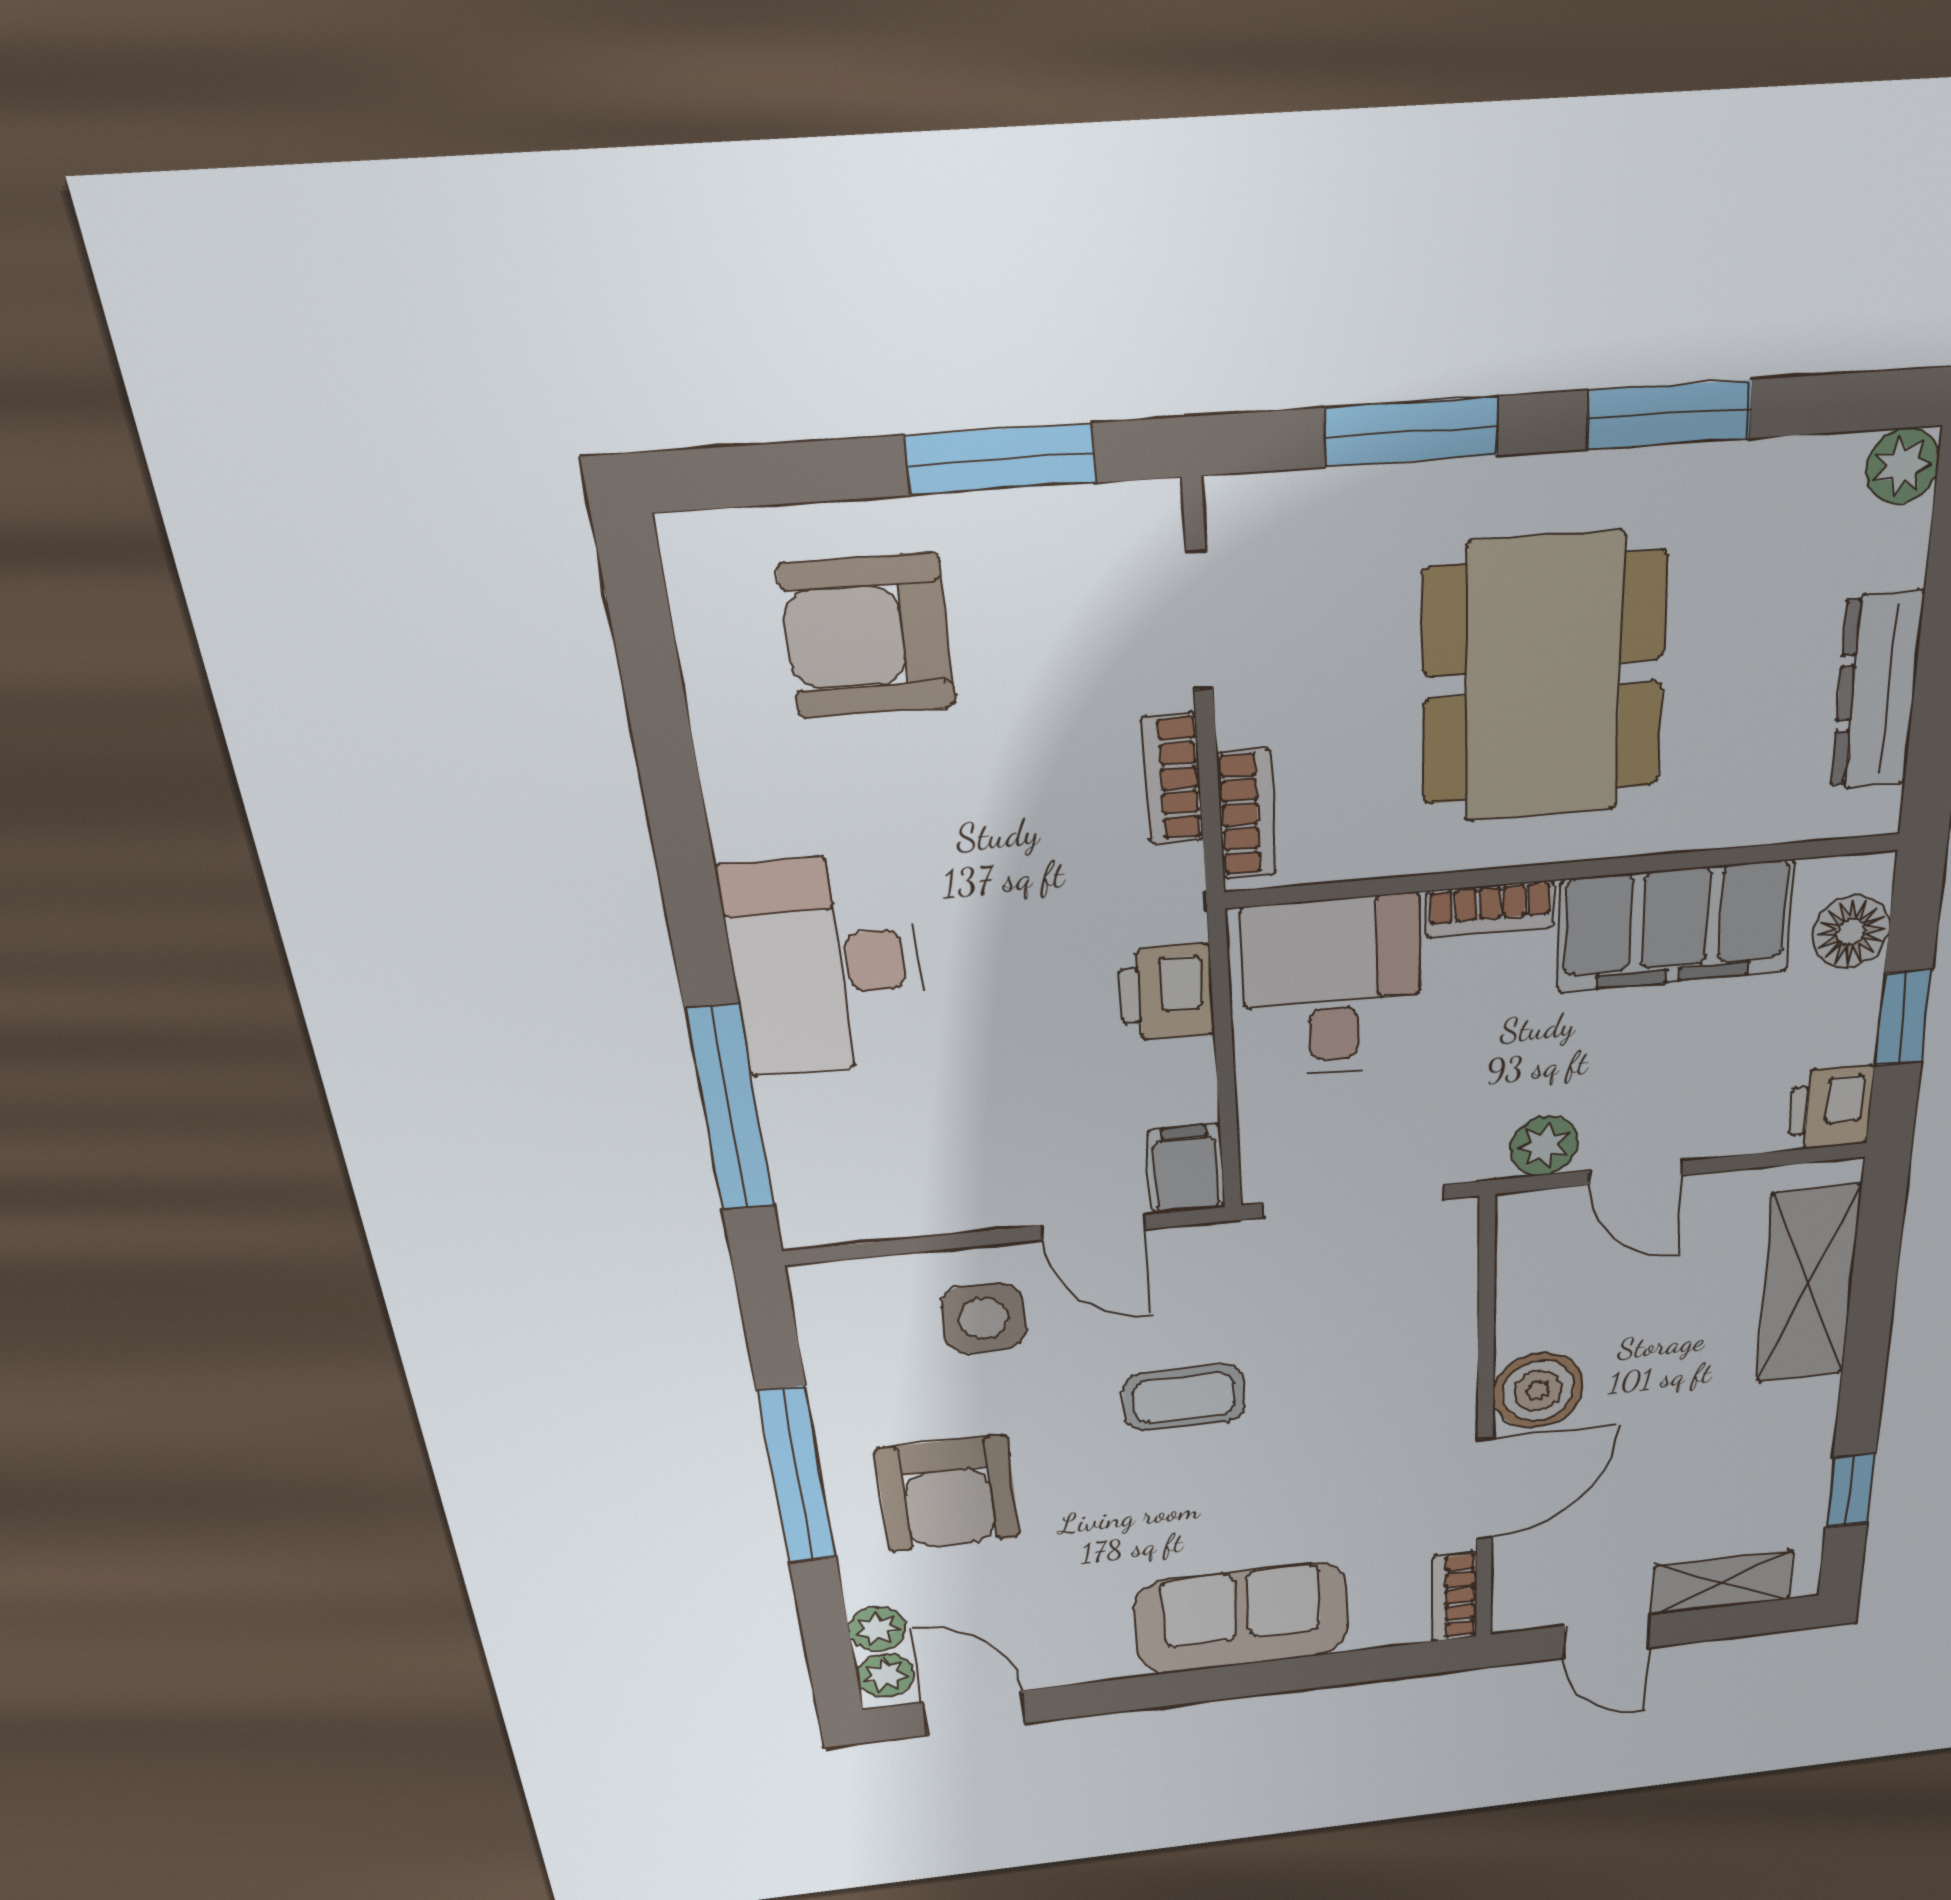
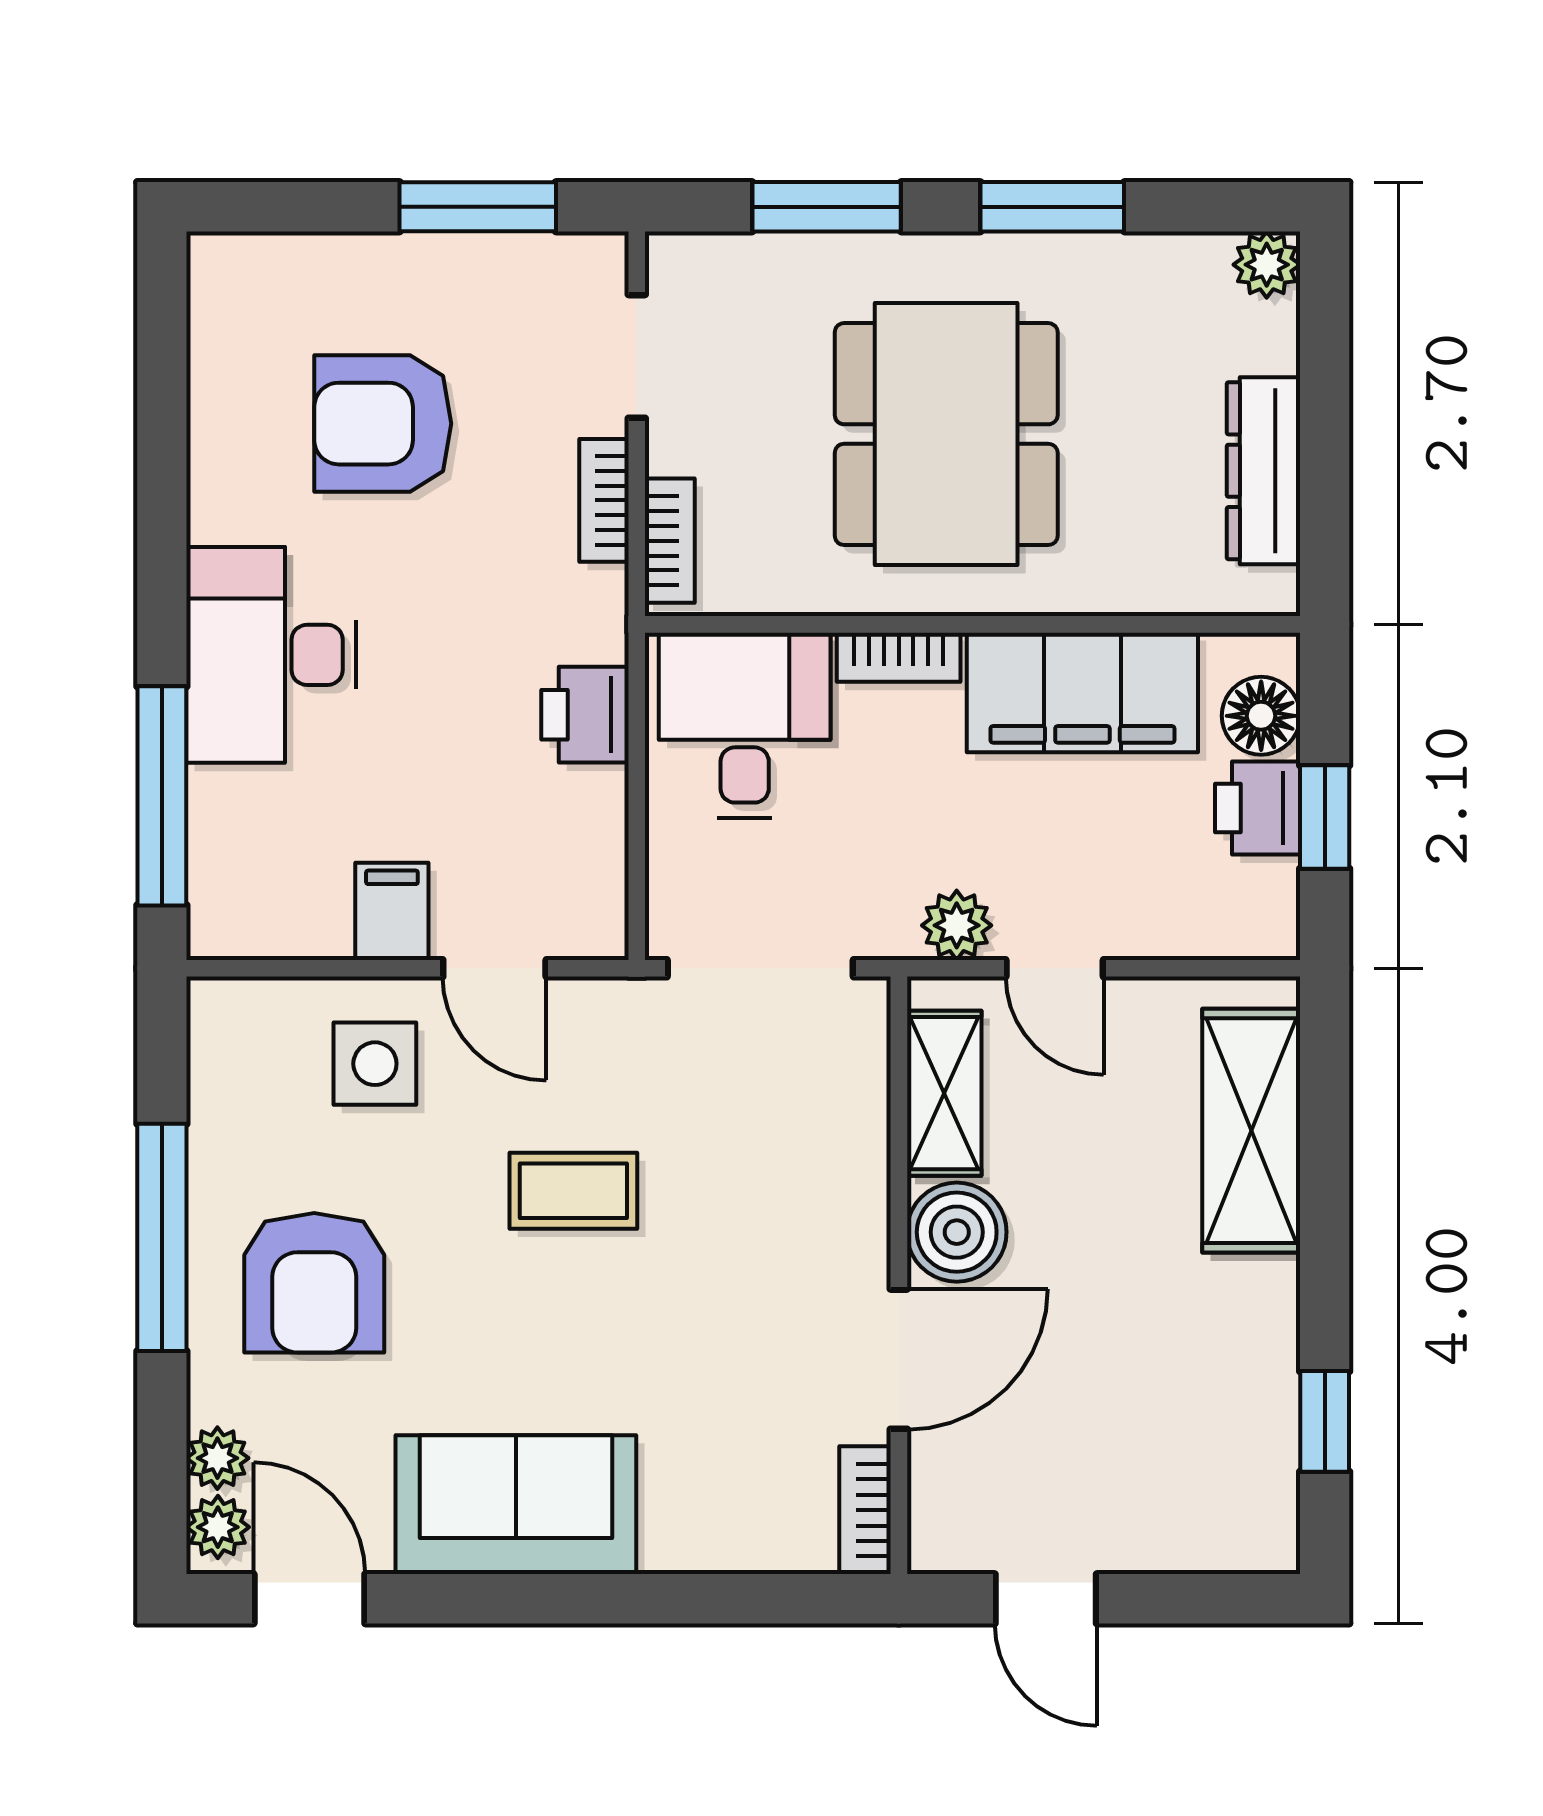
armchair: (867, 636) -> (383, 424), moved
printer: (1831, 1108) -> (1258, 808), moved
filing cabinet: (1186, 1169) -> (392, 911), moved
shelving: (1721, 1583) -> (944, 1093), moved, turned 90
sofa: (1242, 1618) -> (516, 1505), moved

